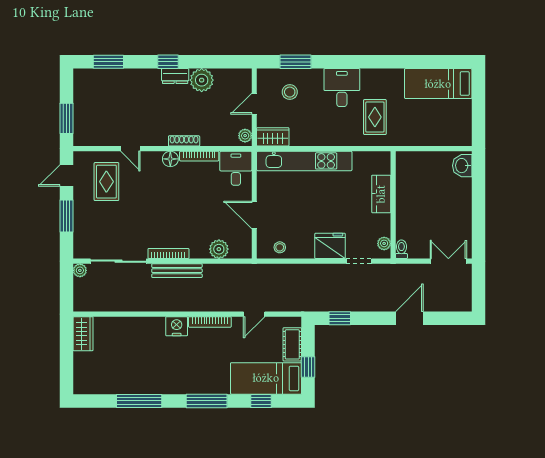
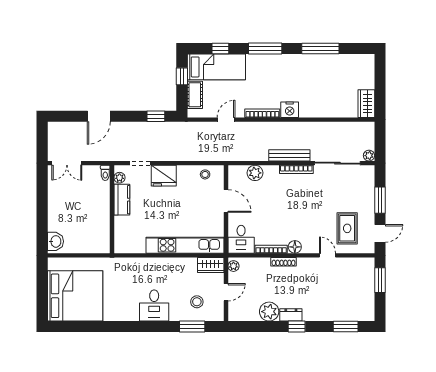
bed: (438, 84) -> (75, 296), width x2.04
rug: (375, 117) -> (127, 281), removed
kitchen counter: (381, 194) -> (122, 200), moved

